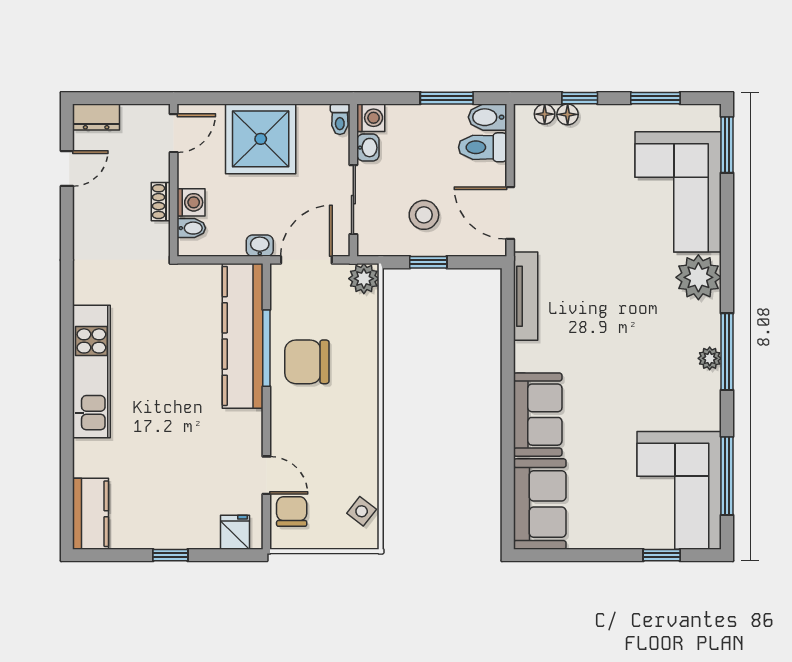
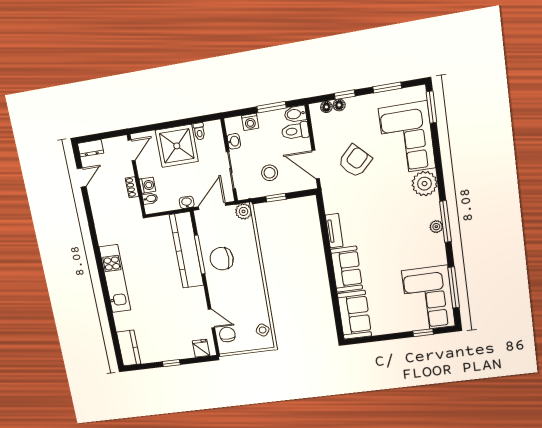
washing machine: (371, 118) -> (250, 122), moved, turned 90
toilet: (340, 119) -> (199, 131), moved
armchair: (581, 218) -> (355, 161), added
tv unit: (526, 296) -> (334, 231), moved, width x0.71

